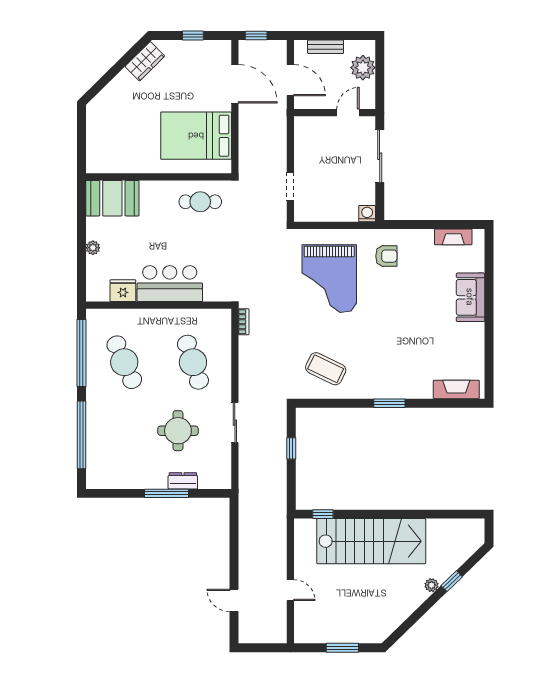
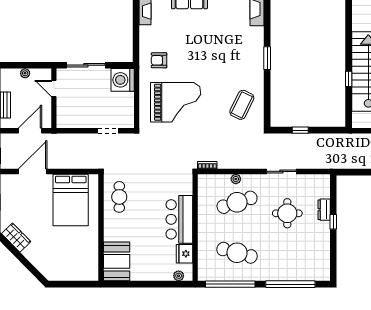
plant: (363, 68) -> (25, 73), width x0.53, depth x0.53
washing machine: (367, 214) -> (123, 80), width x1.89, depth x1.89
plant: (93, 248) -> (179, 276), moved
armchair: (386, 256) -> (159, 60), turned -90
plant: (225, 361) -> (236, 179), added
cafe table: (124, 362) -> (237, 253), turned 39
window: (167, 493) -> (333, 222), width x0.46
window: (323, 514) -> (349, 79), moved

